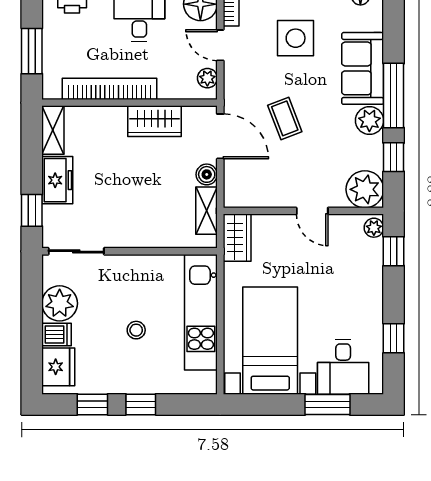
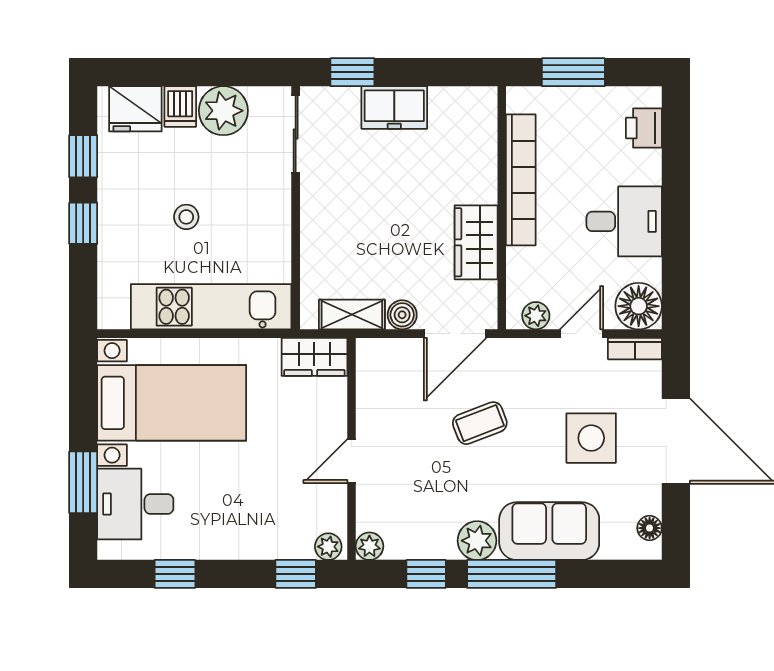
shelving: (53, 130) -> (464, 101), removed
plant: (365, 189) -> (369, 546), width x0.53, depth x0.53

